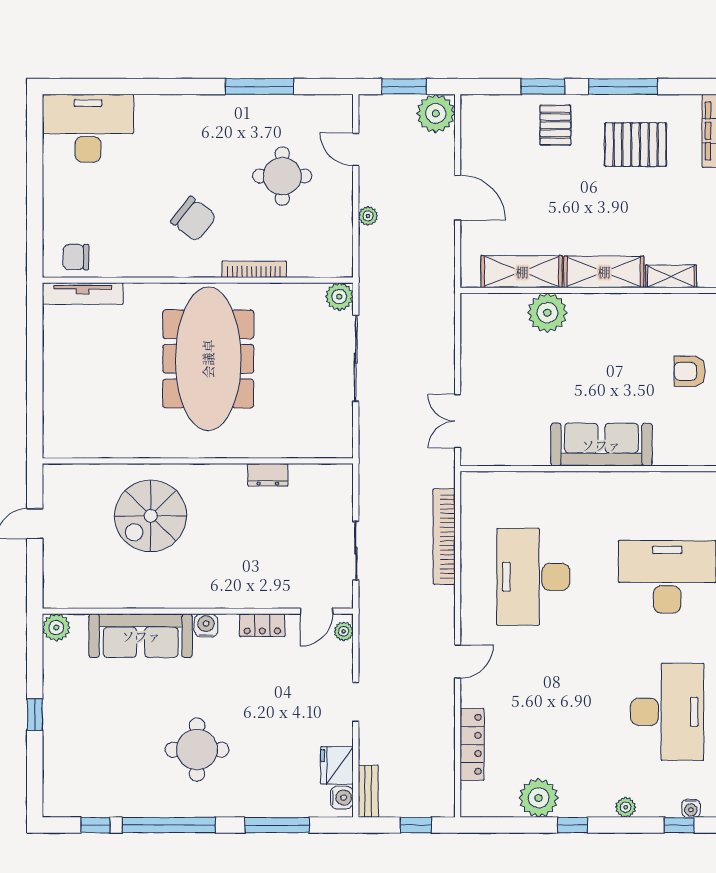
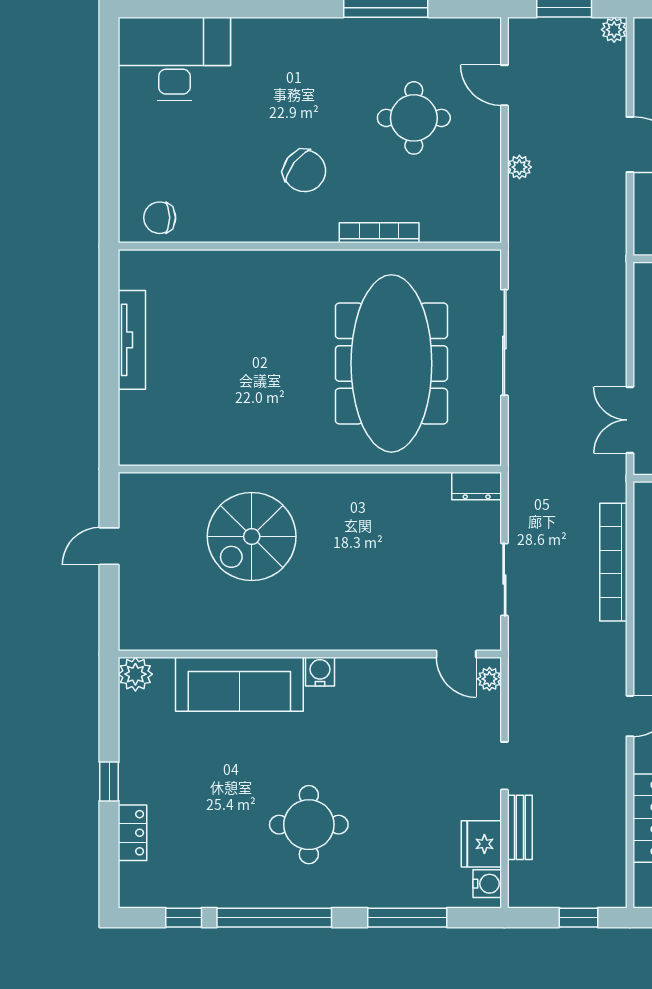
plant: (436, 113) -> (614, 30), width x0.53, depth x0.53
tv unit: (83, 294) -> (132, 340), moved, turned -90
plant: (339, 297) -> (484, 266), removed
meeting table: (208, 359) -> (391, 363), moved
dresser: (268, 475) -> (477, 486), moved
door: (317, 611) -> (456, 654), hinge flipped
locker: (262, 625) -> (133, 833), moved, turned -90
bench: (368, 791) -> (520, 827), moved

